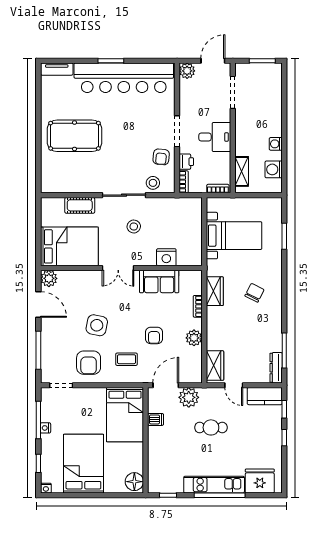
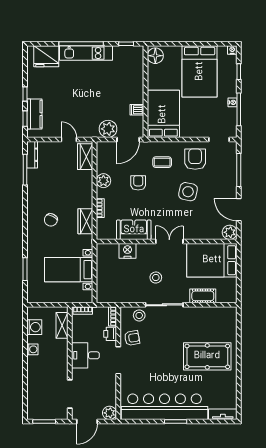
armchair: (161, 157) -> (132, 338), turned 75
kitchen counter: (265, 396) -> (34, 114), moved, turned 90
cafe table: (211, 427) -> (89, 103), removed

